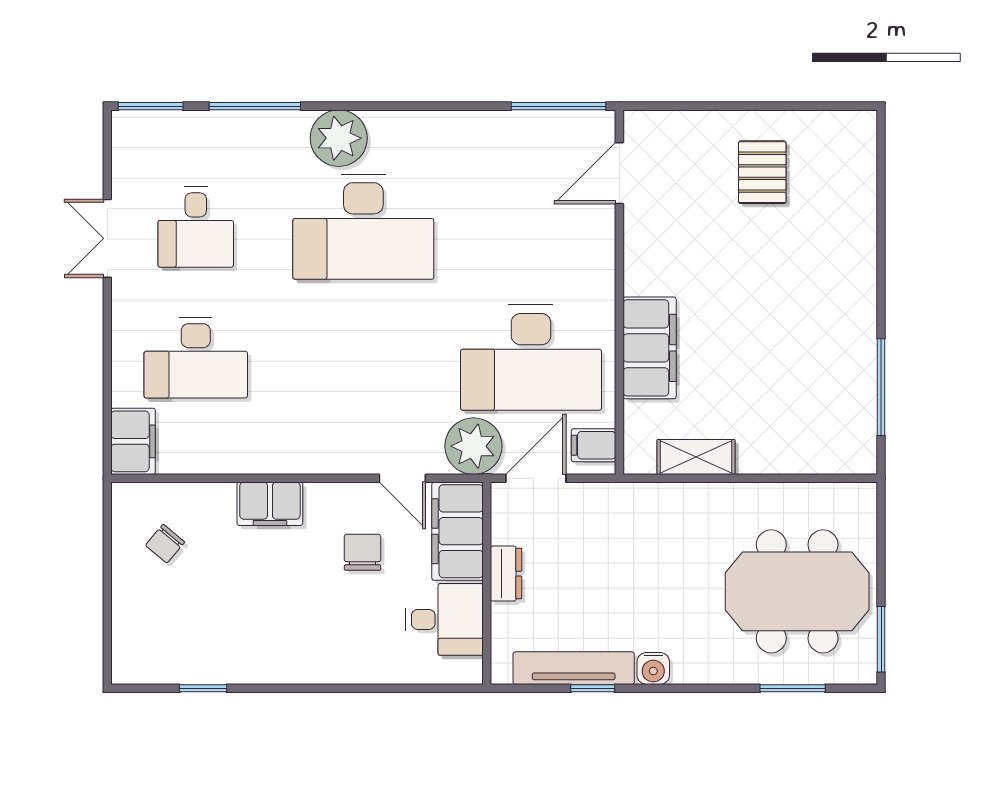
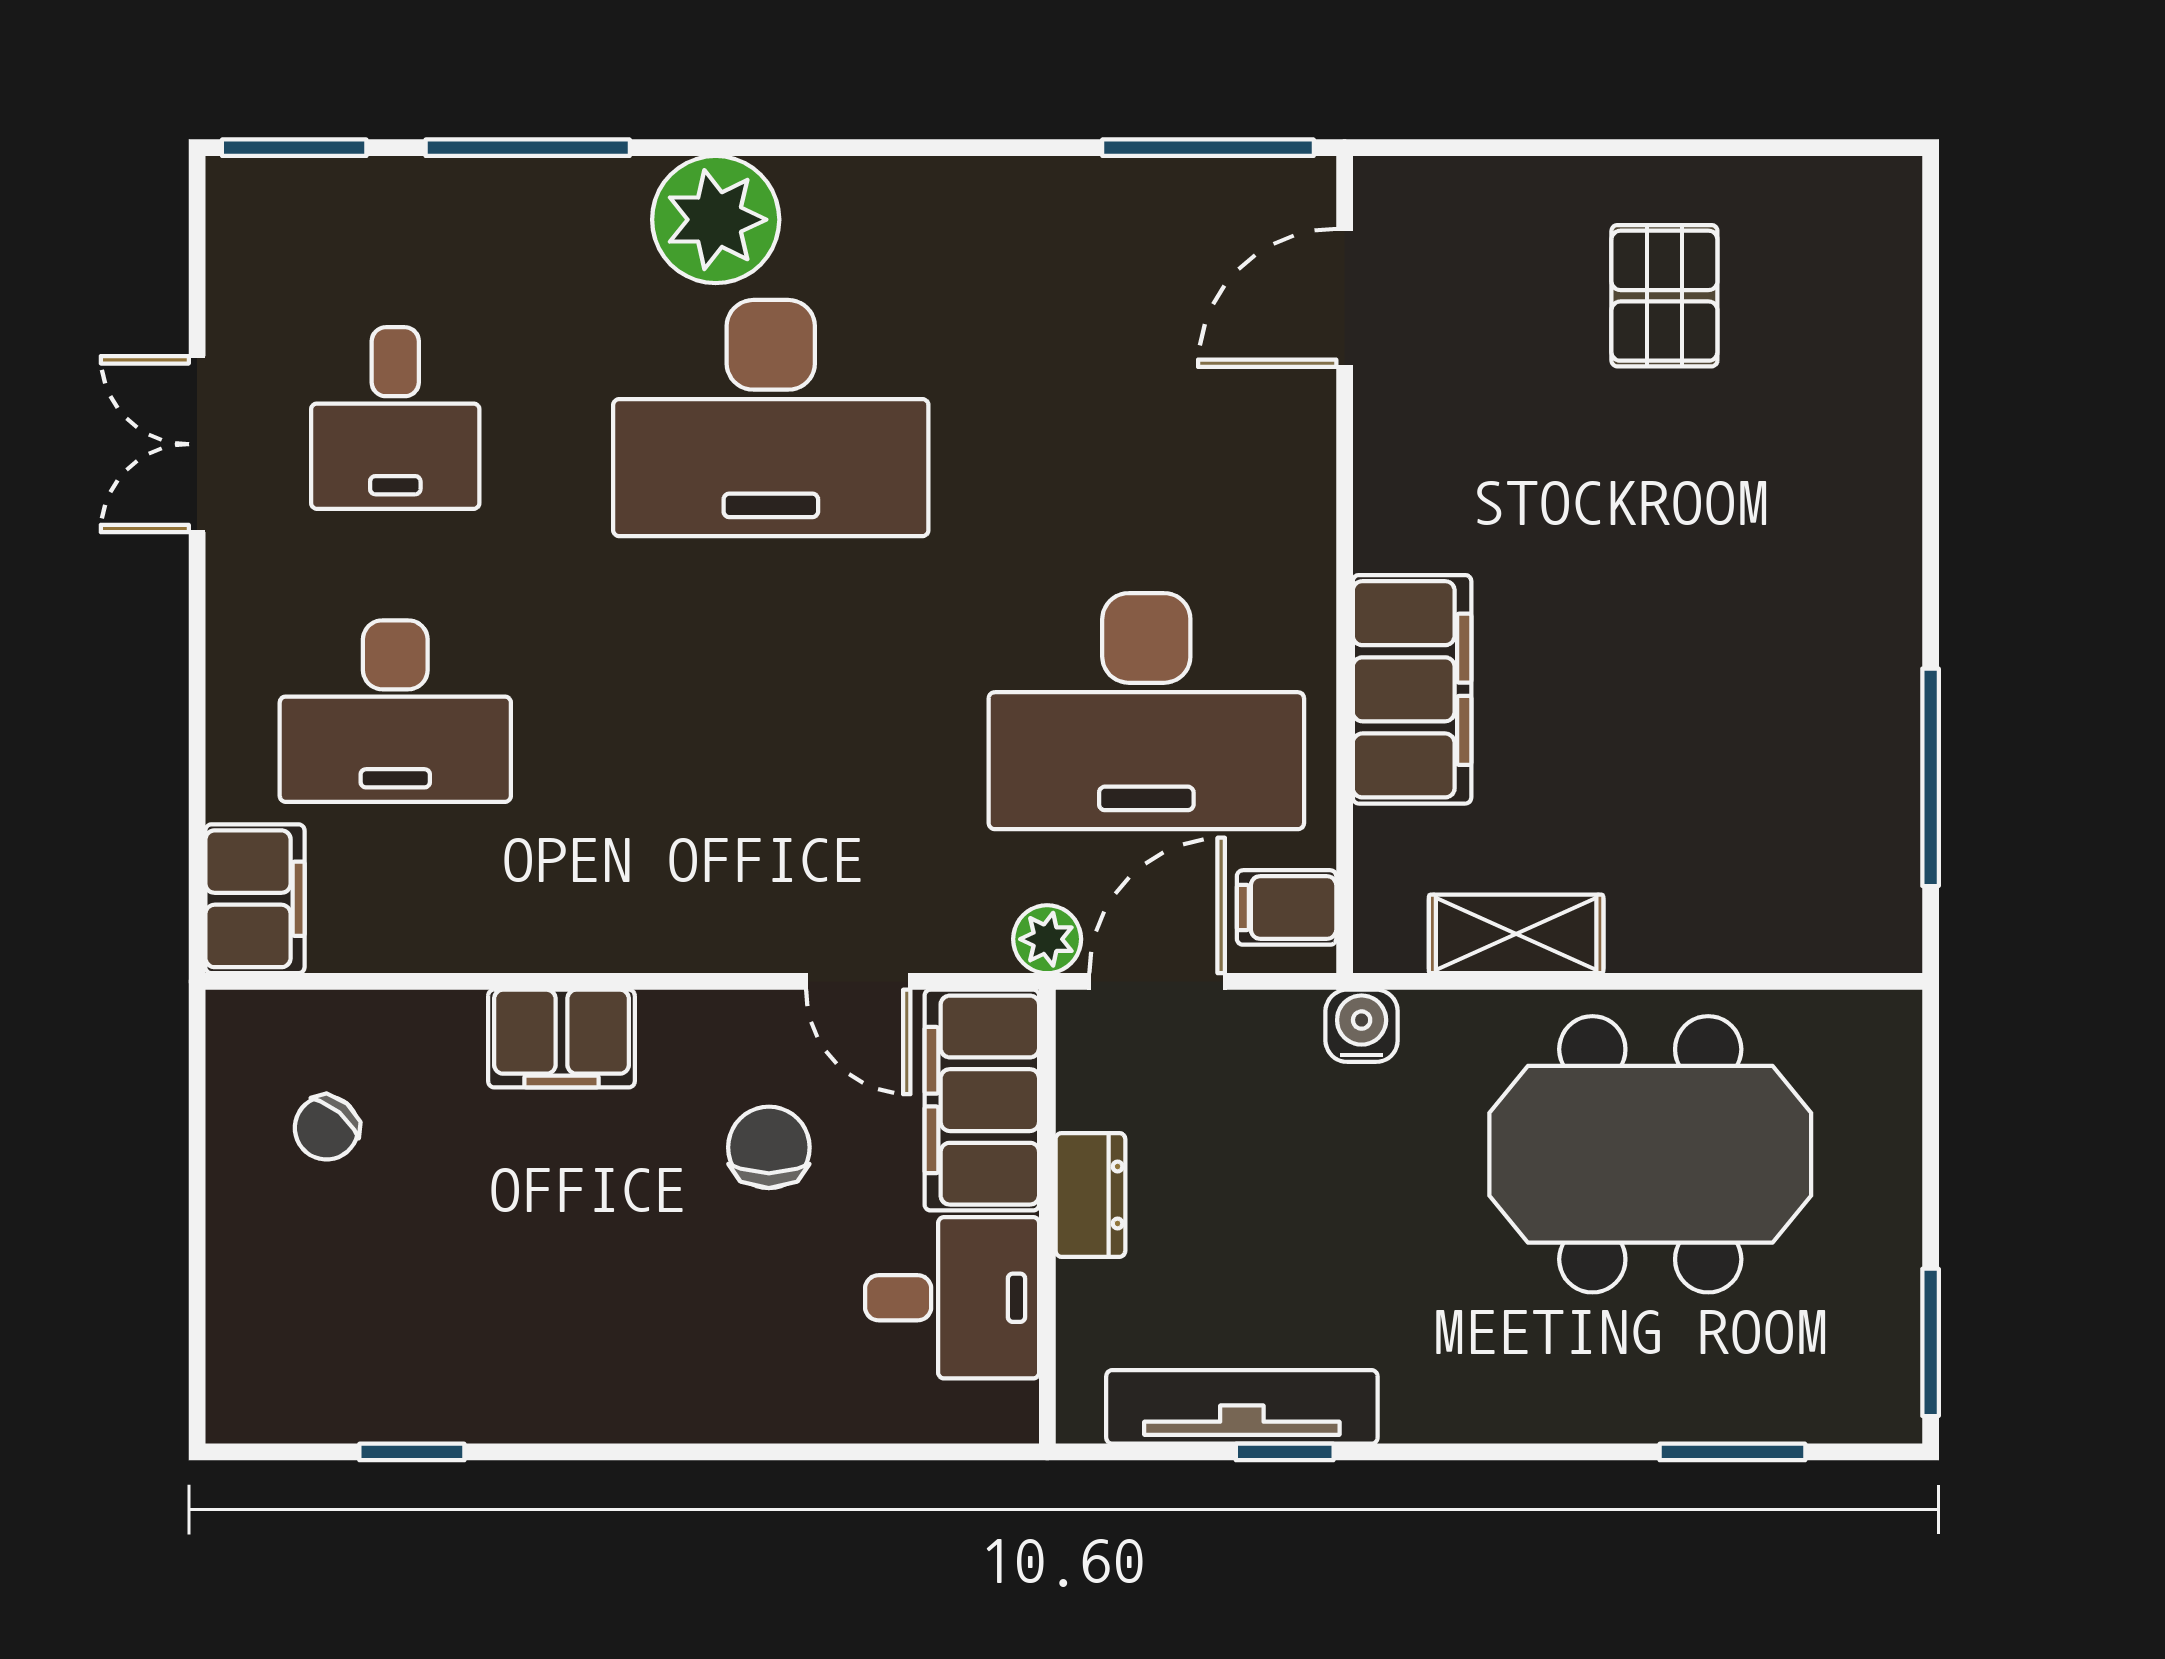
plant: (473, 446) -> (1047, 939), width x0.53, depth x0.53
meeting table: (797, 591) -> (1650, 1154), moved
water cooler: (653, 668) -> (1362, 1026), moved, turned 180

